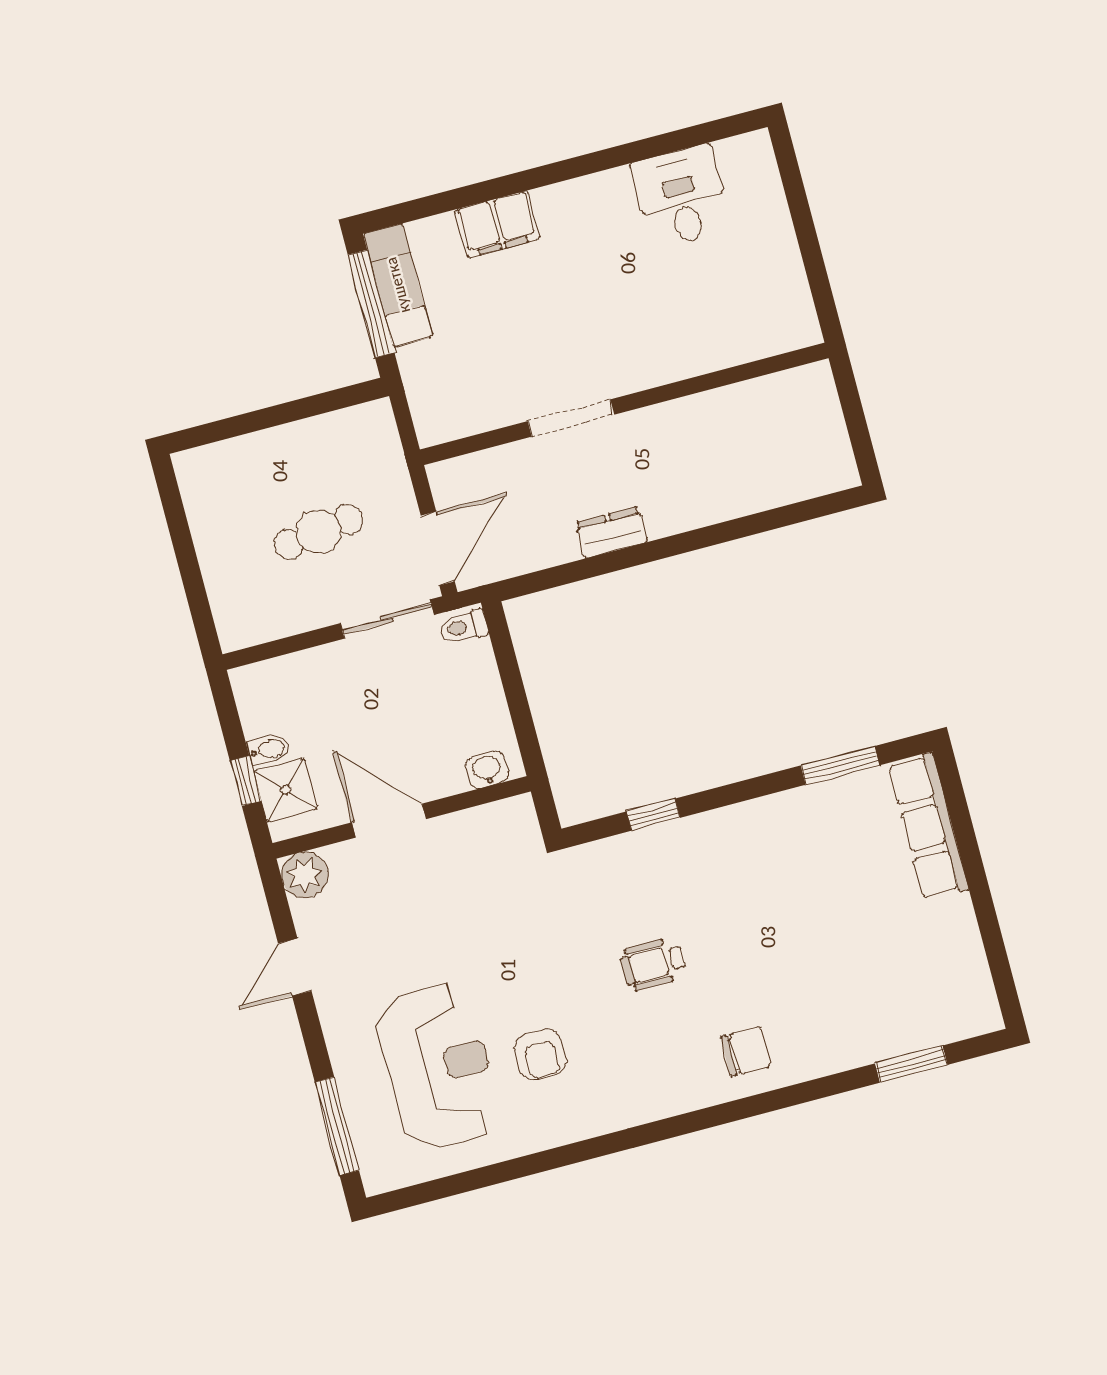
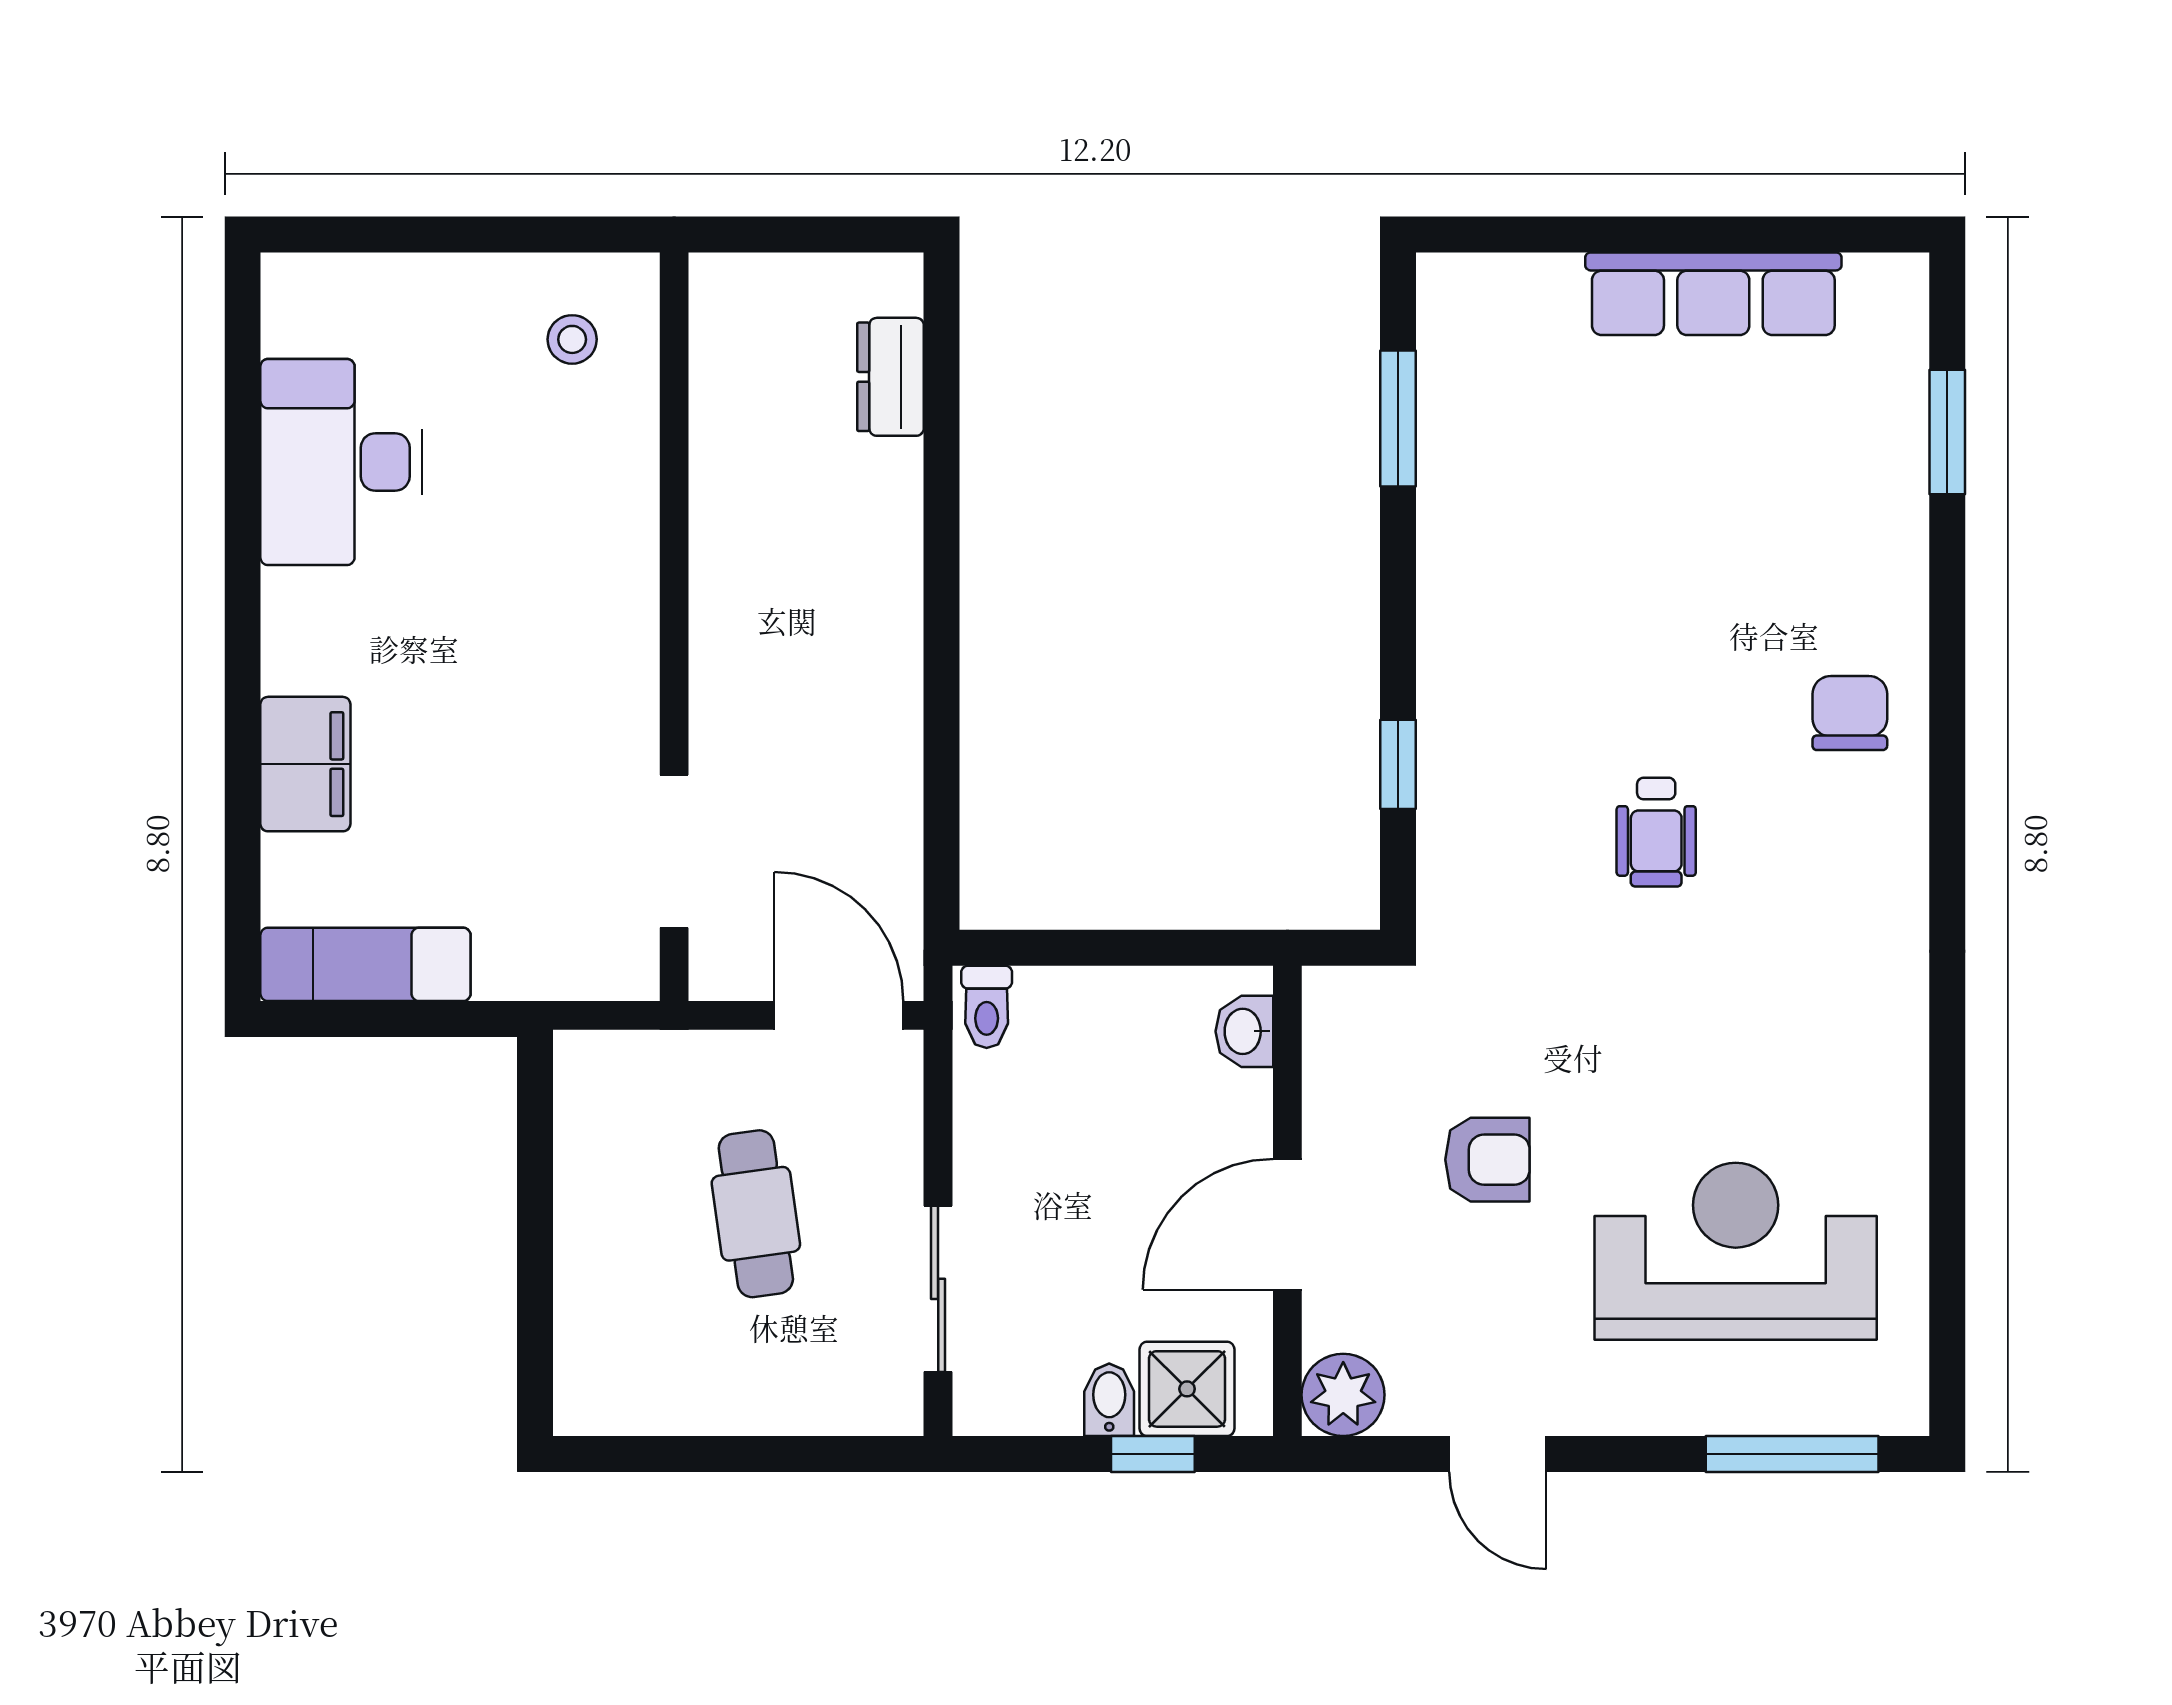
desk: (681, 197) -> (341, 462), width x1.37
window: (371, 304) -> (385, 1019), removed
stool: (765, 308) -> (572, 339), added
doorway: (571, 418) -> (674, 851), moved
dresser: (611, 532) -> (890, 377), moved
sliding door: (387, 619) -> (938, 1289), moved
row of seats: (928, 826) -> (1713, 294), moved
armchair: (541, 1054) -> (1487, 1160), moved

